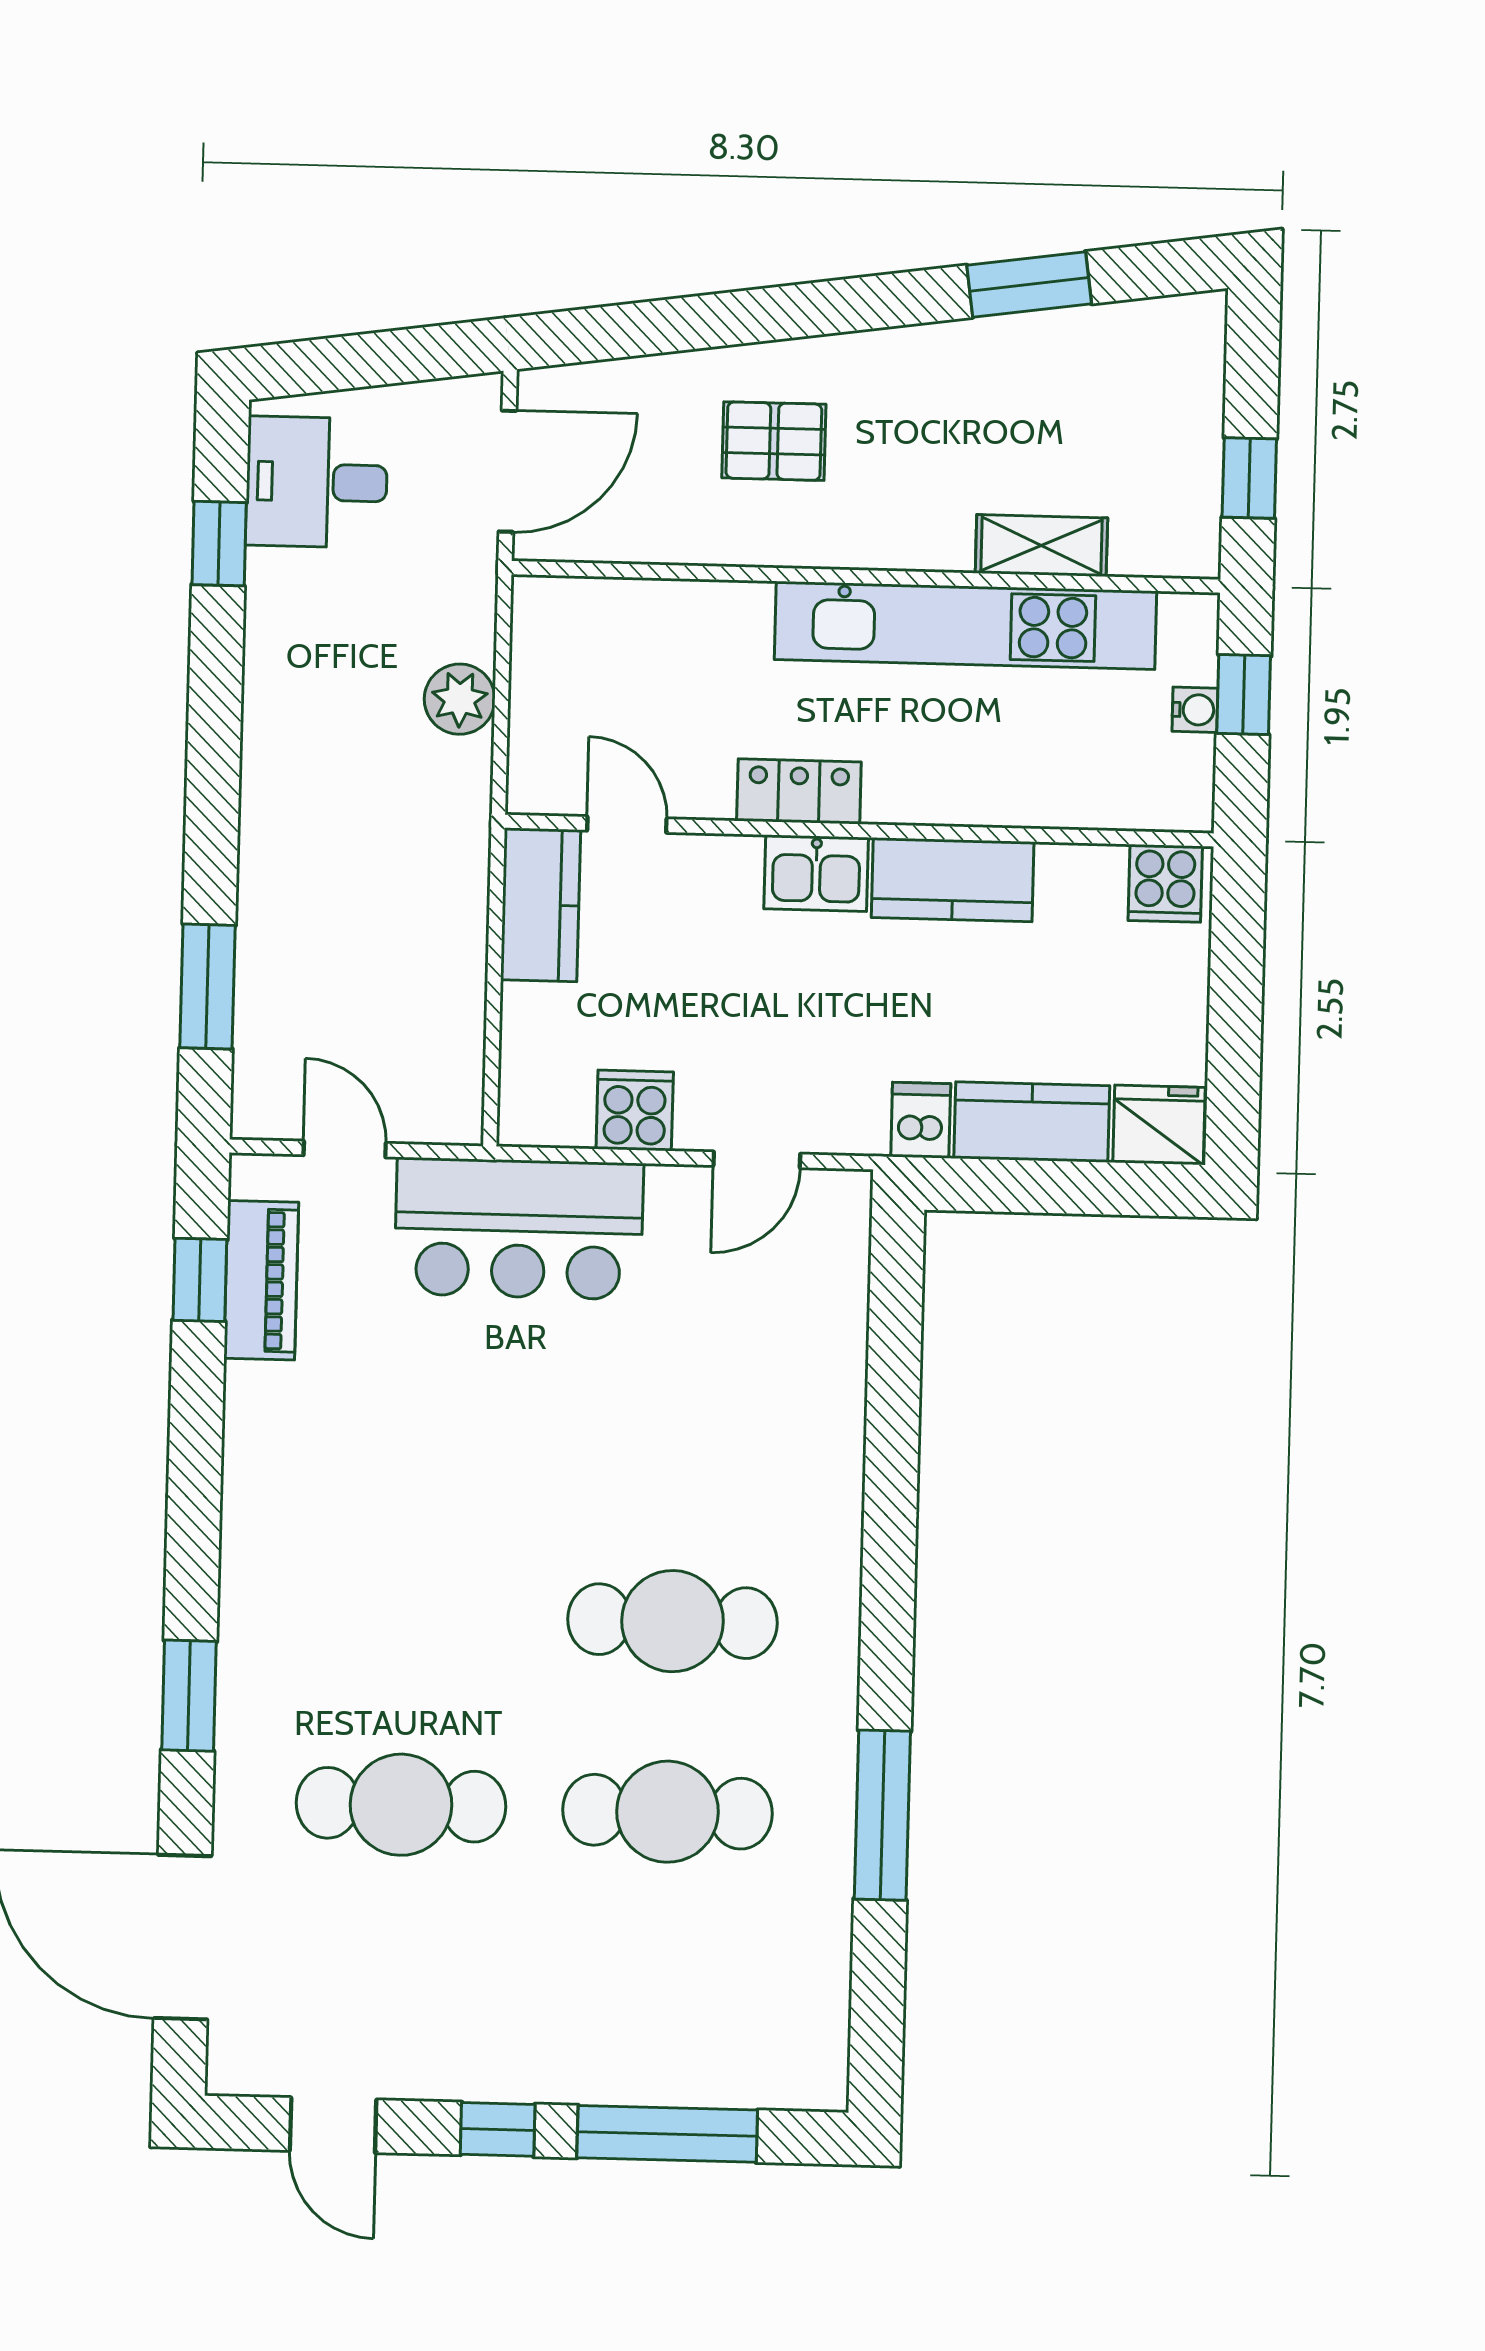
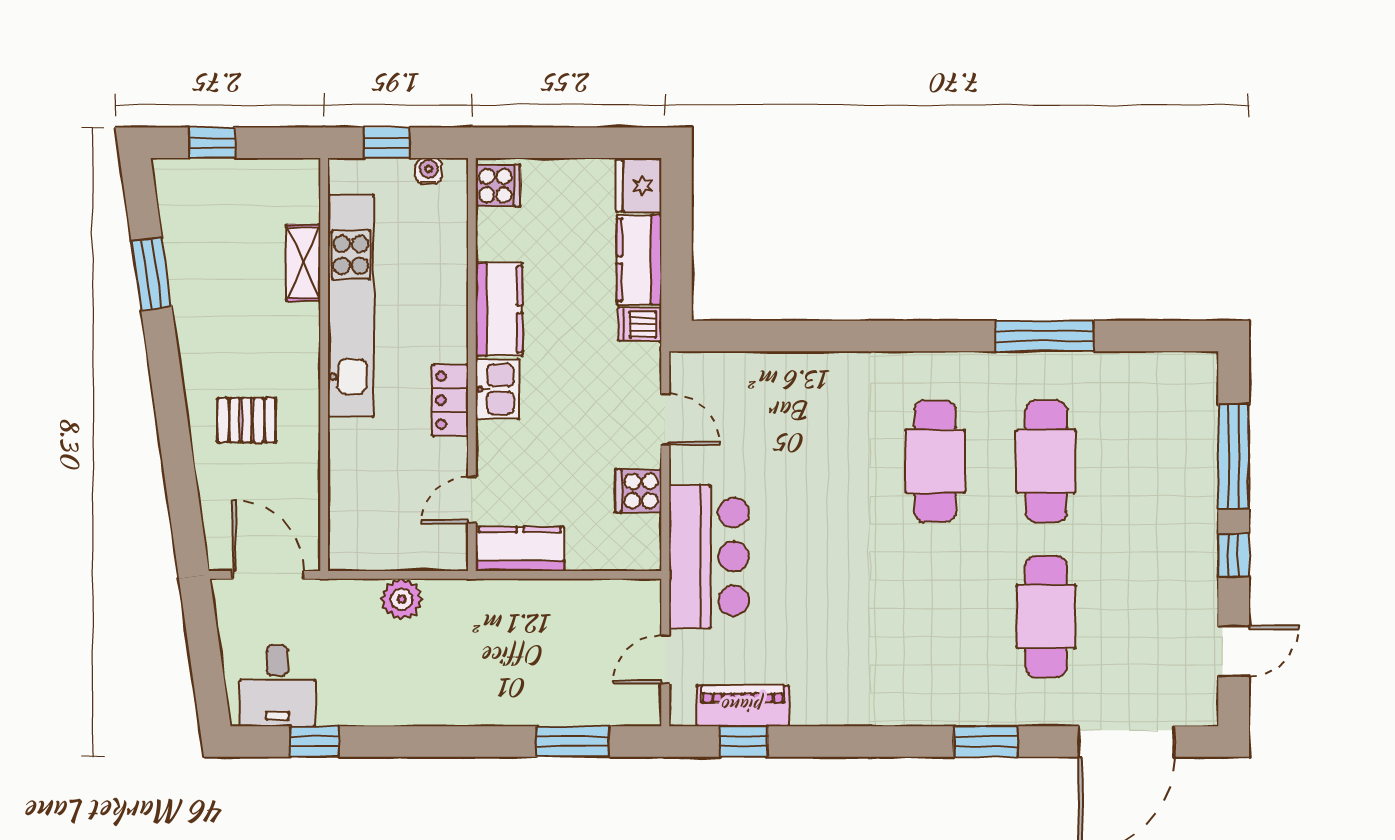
pallet: (774, 441) -> (247, 420), turned 90
window: (1249, 478) -> (212, 143), moved
water cooler: (1195, 710) -> (429, 171), moved

